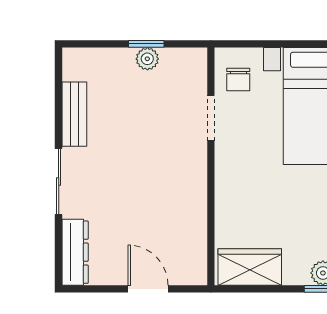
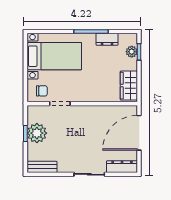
plant: (147, 59) -> (37, 133), width x1.88, depth x1.88
bench: (74, 114) -> (42, 167), moved
door: (148, 289) -> (139, 133), width x1.87

